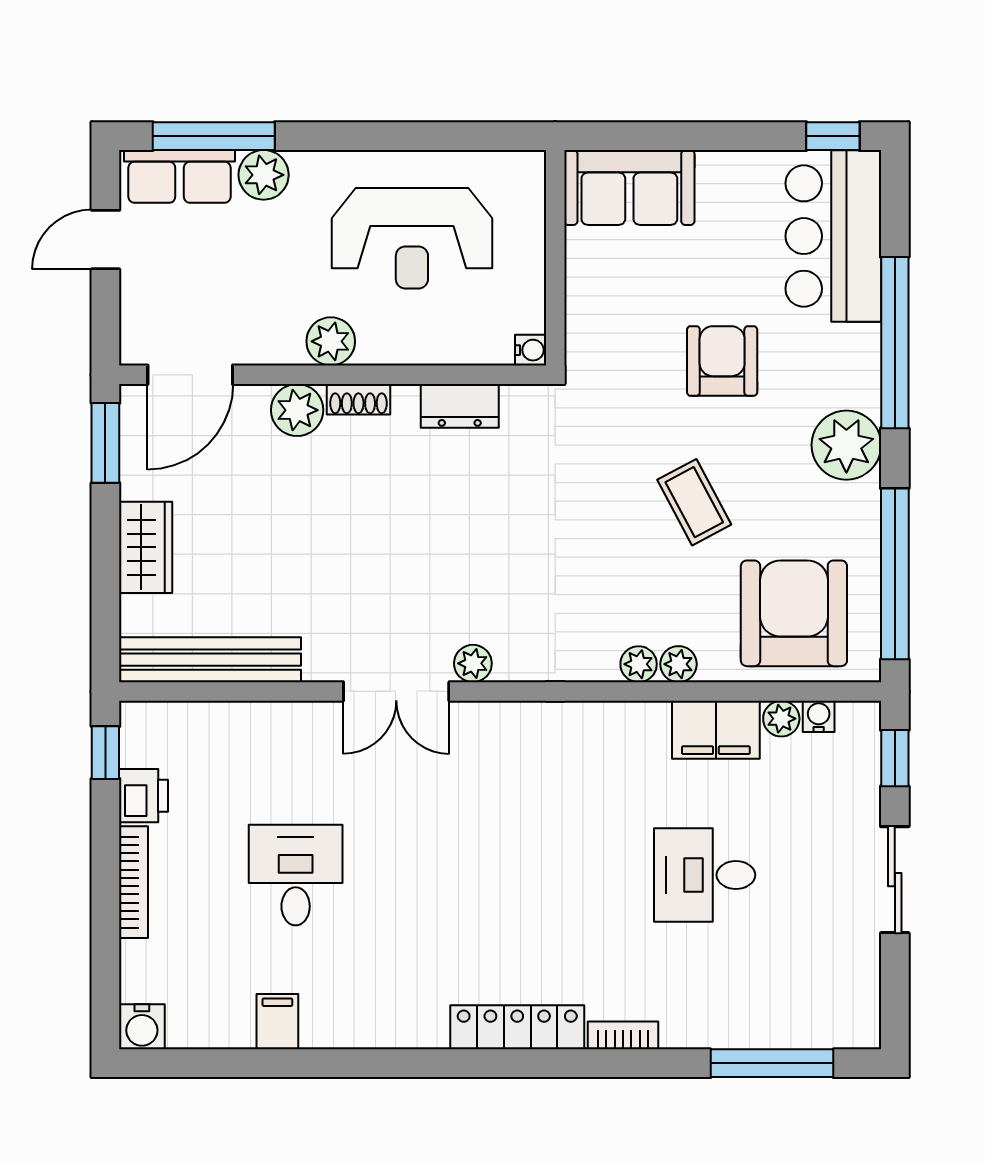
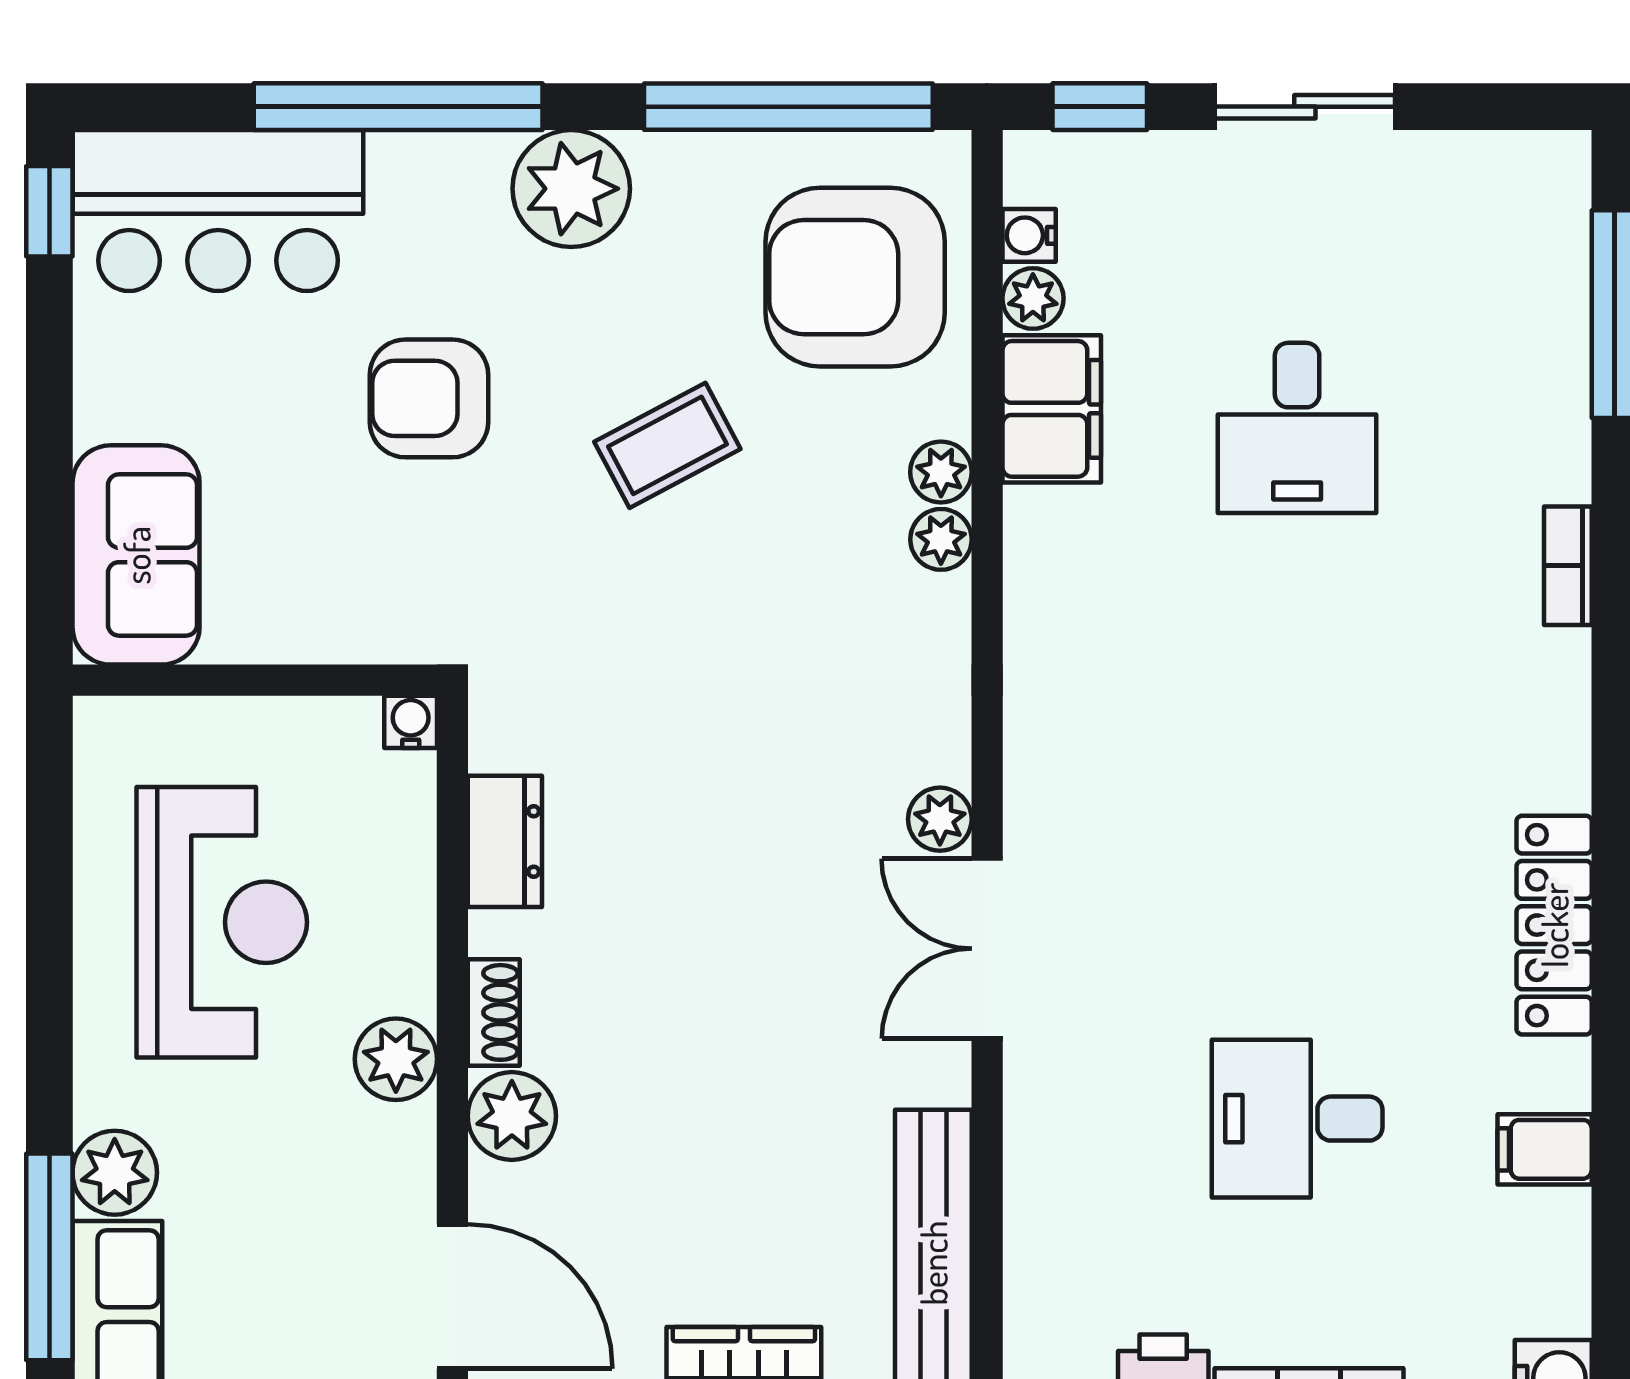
double door: (396, 691) -> (987, 949), swing flipped
locker: (517, 1027) -> (1554, 925), moved

